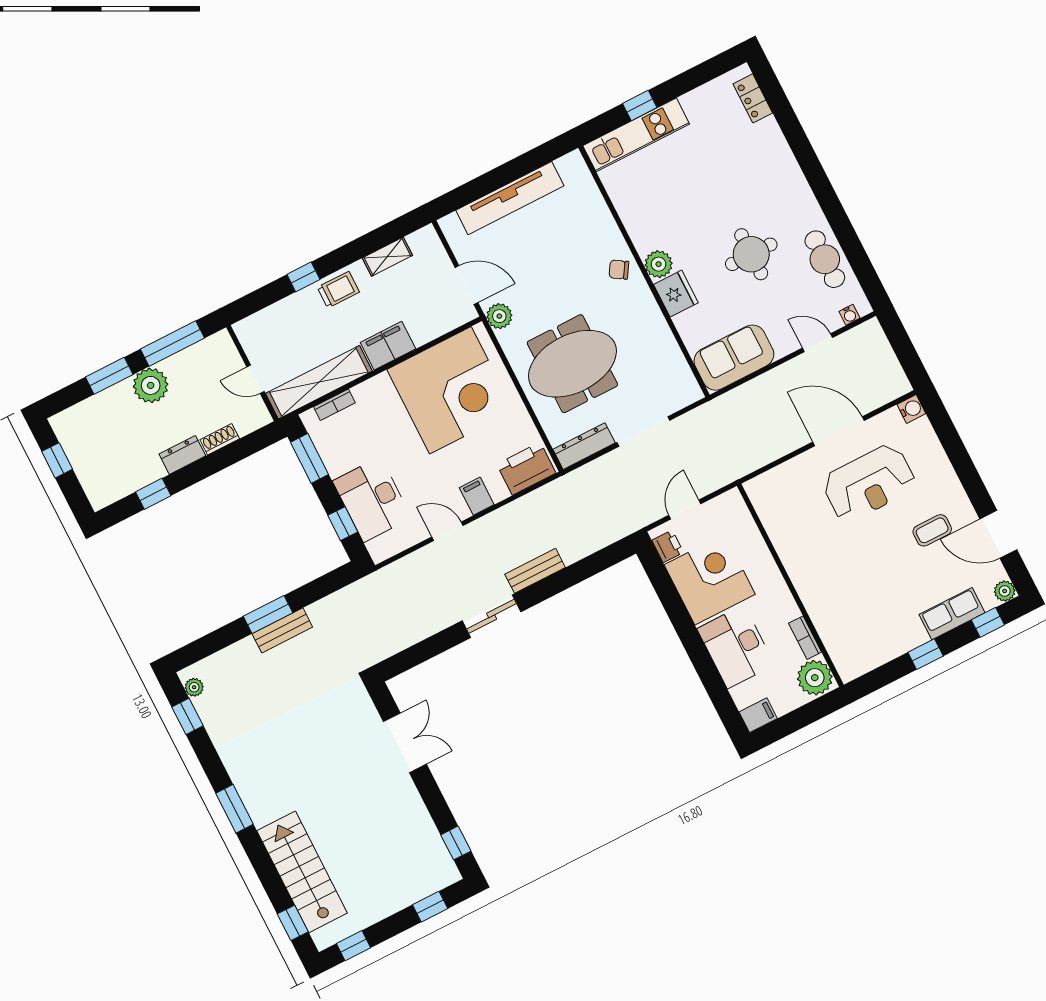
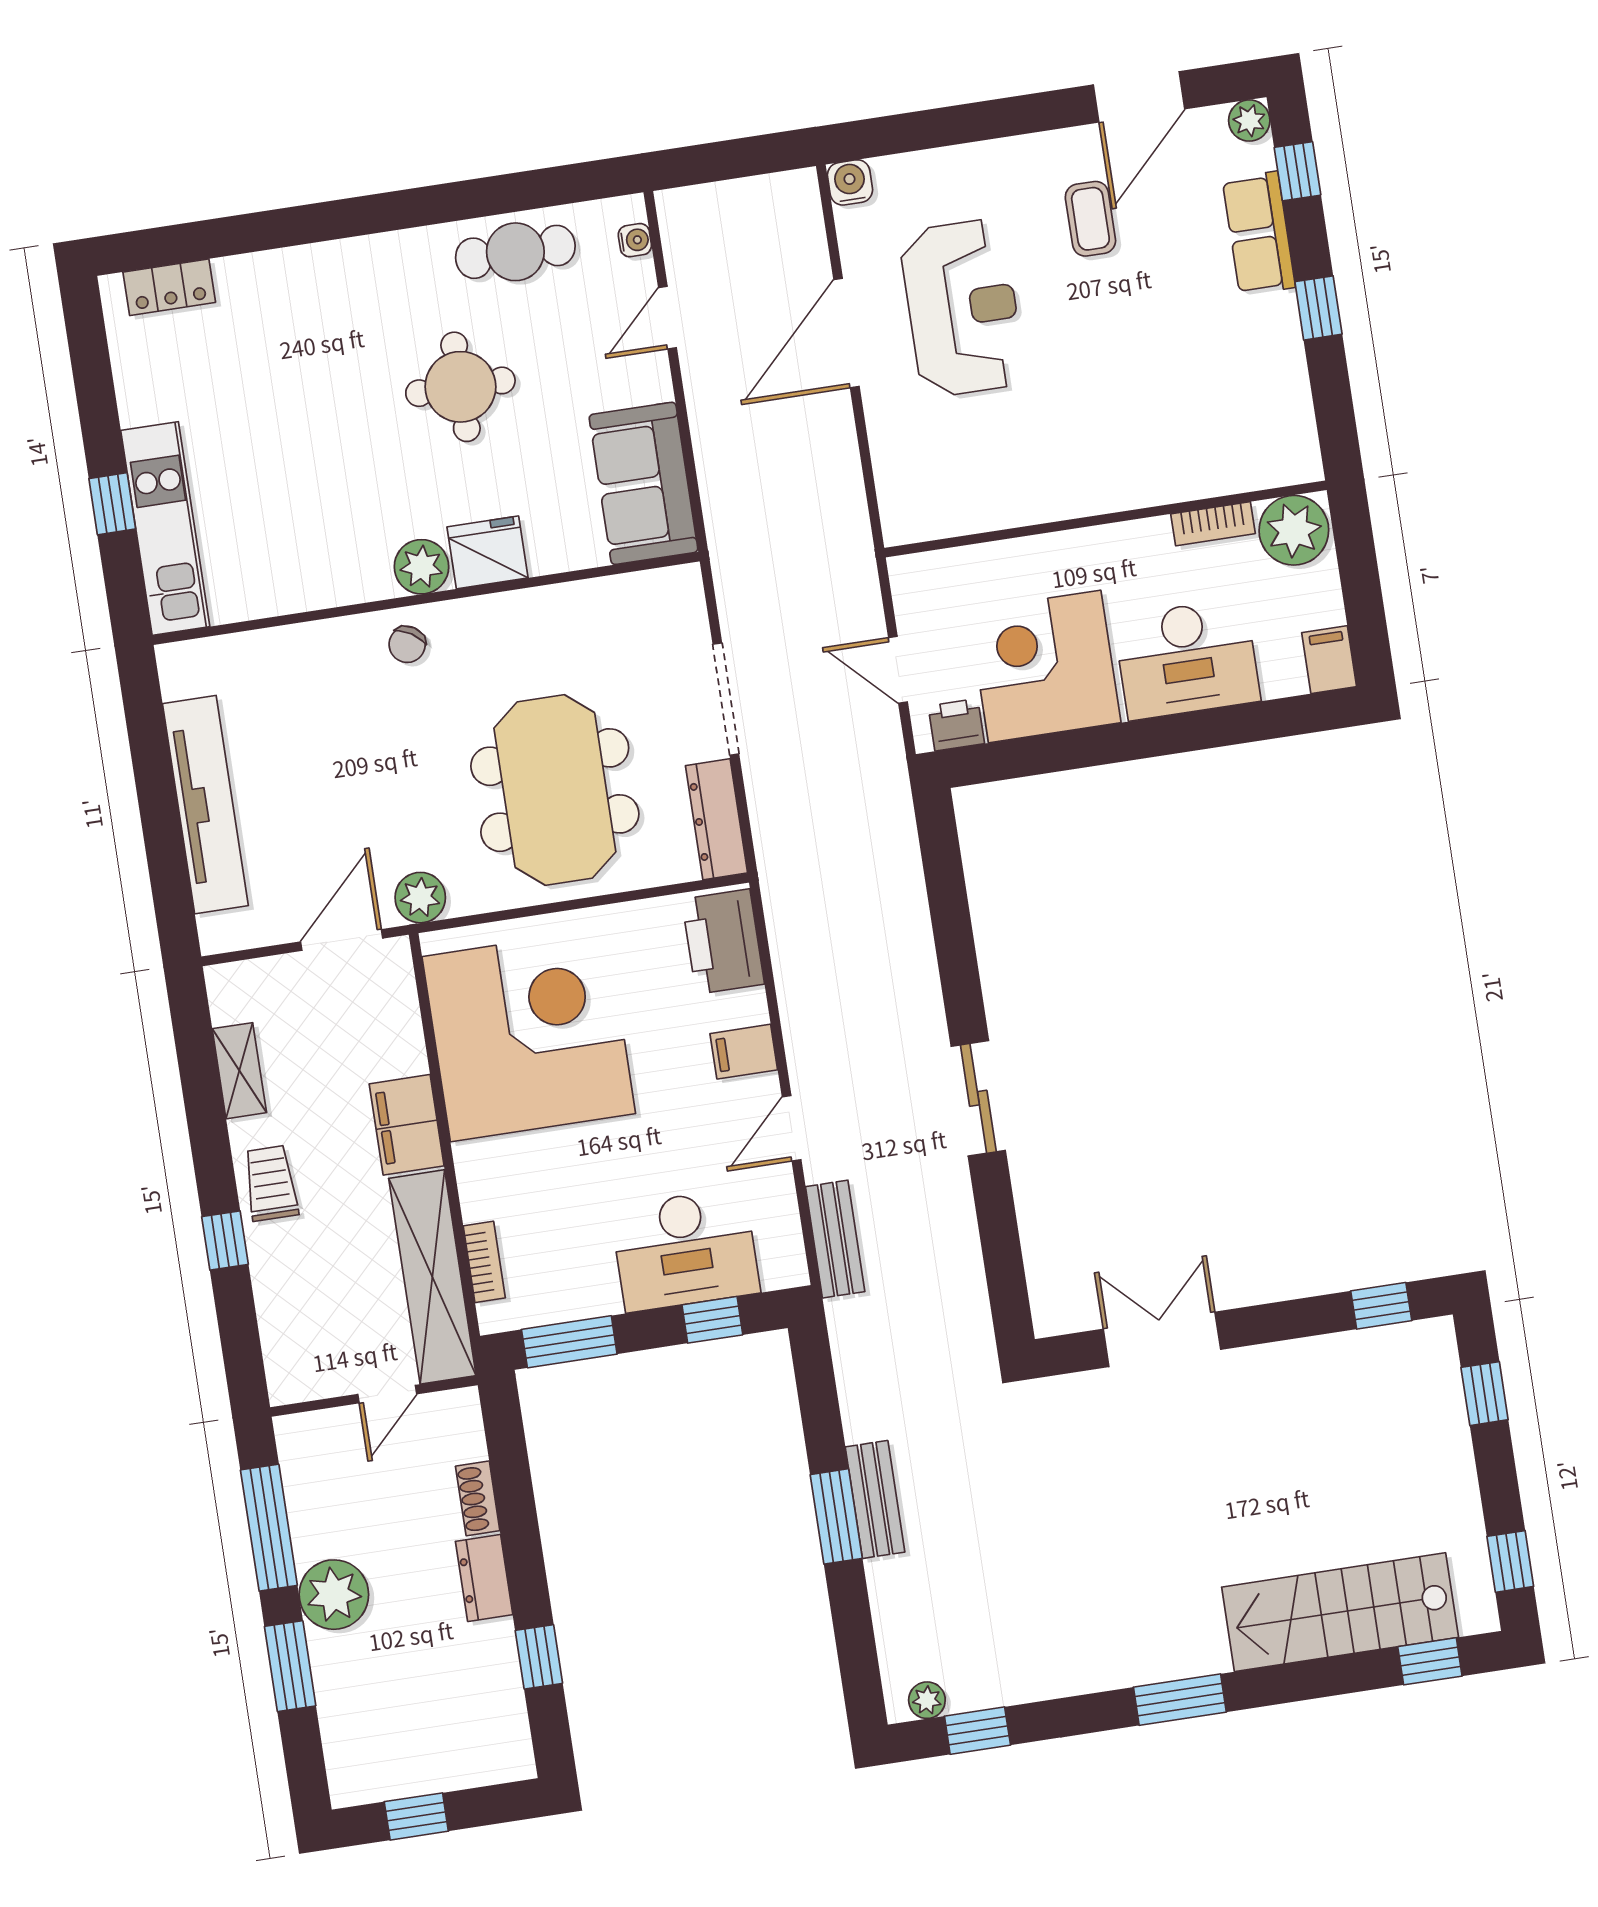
bench: (535, 571) -> (835, 1239), moved

